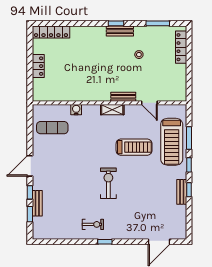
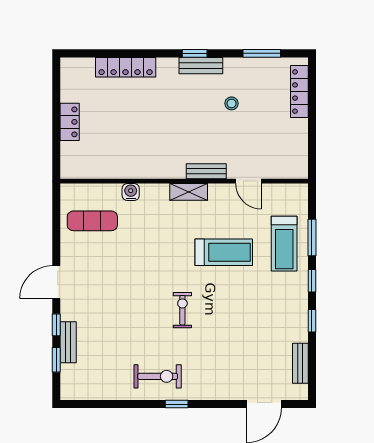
locker: (51, 32) -> (126, 67), moved
treadmill: (172, 142) -> (284, 244), width x0.73, depth x0.73
exercise bike: (108, 183) -> (182, 310), width x0.73, depth x0.72
bench: (182, 192) -> (300, 363), moved
exercise bike: (93, 224) -> (158, 376), width x1.38, depth x1.39

